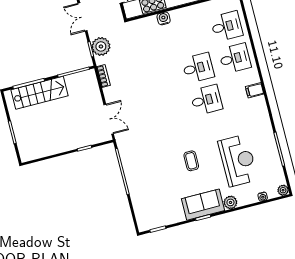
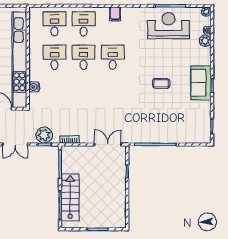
water cooler: (164, 18) -> (34, 87), moved
desk: (190, 36) -> (54, 57), added
reception desk: (238, 161) -> (168, 26), moved
plant: (230, 202) -> (205, 41), moved

